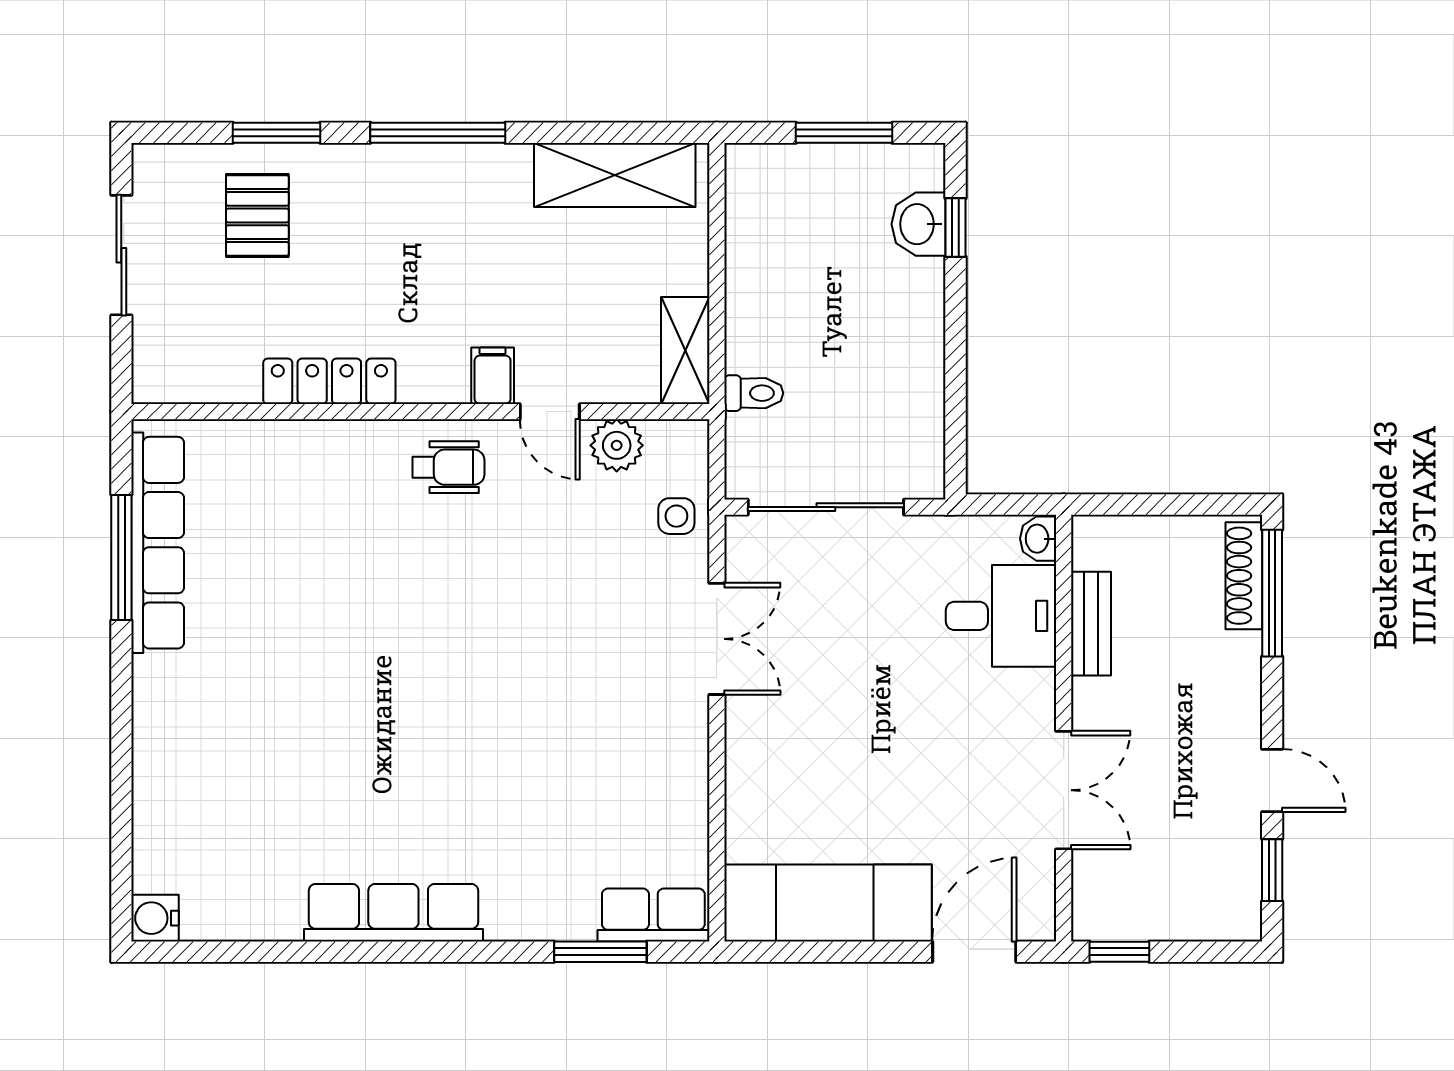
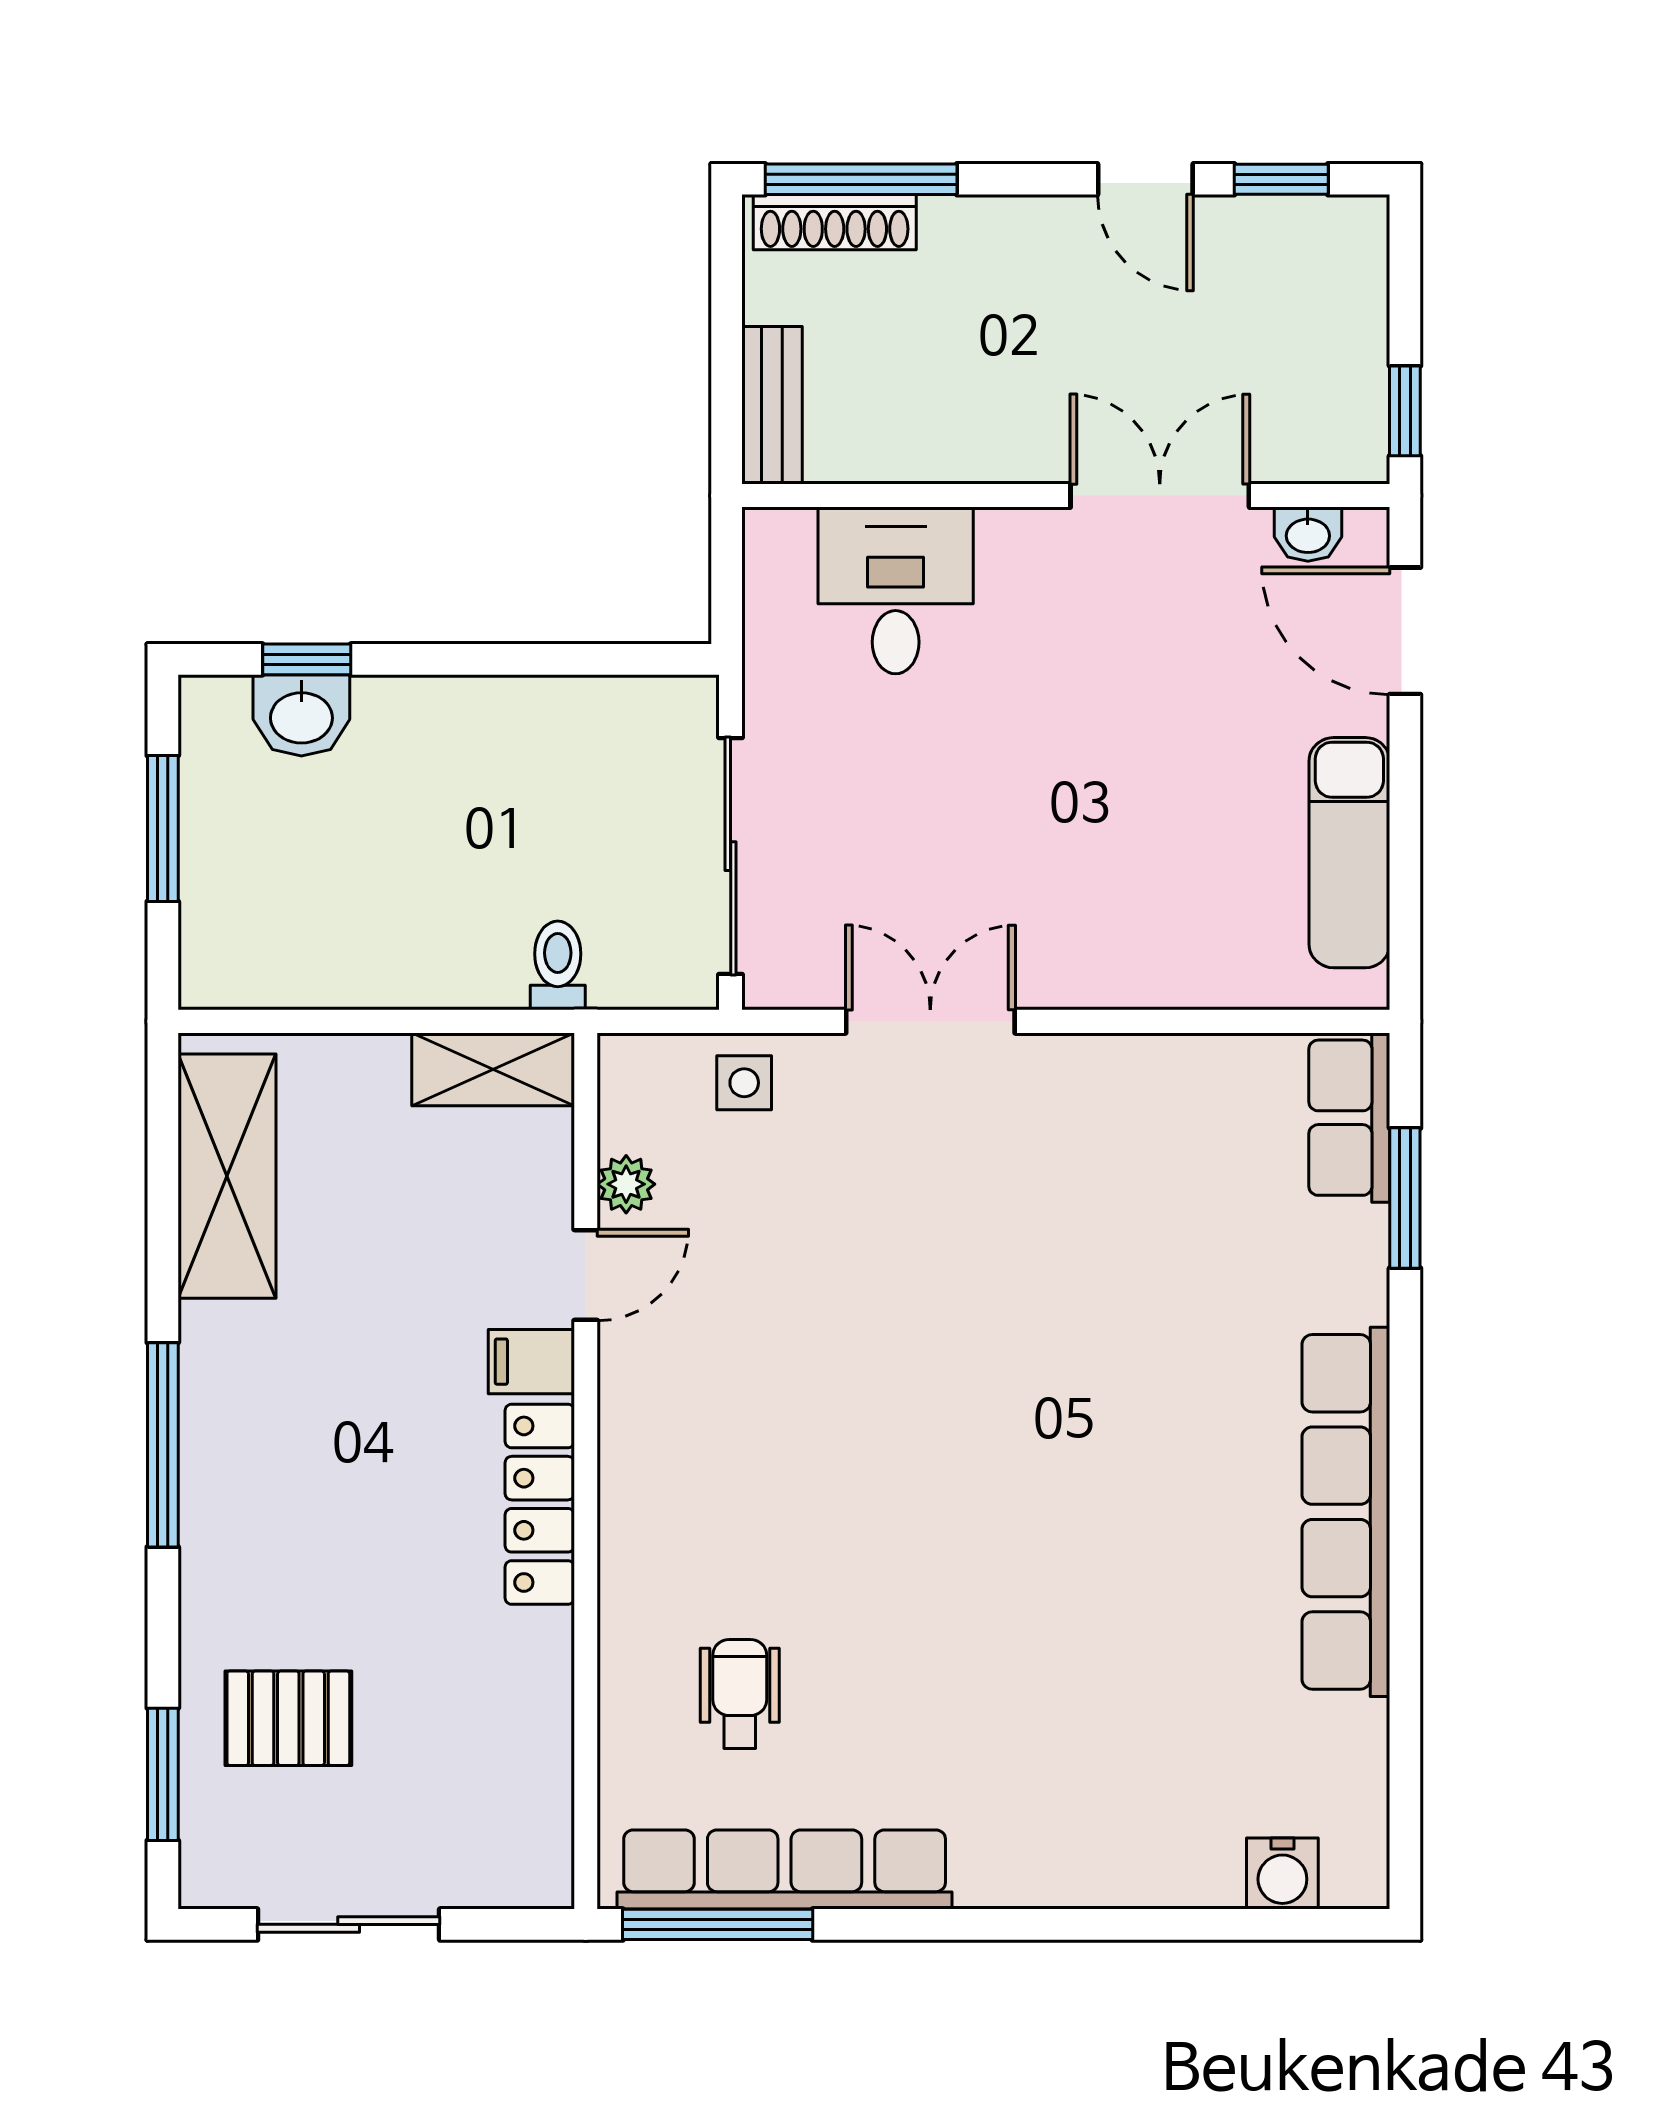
window: (276, 133) -> (163, 1774), moved
locker: (329, 381) -> (540, 1504), moved
plant: (617, 445) -> (626, 1184), width x0.73, depth x0.73
wheelchair: (448, 467) -> (740, 1694), moved
washbasin: (1038, 539) -> (1308, 534), moved
window: (121, 558) -> (718, 1924), moved
bench: (1091, 624) -> (772, 405), moved, turned 90
door: (1272, 781) -> (1145, 179), swing flipped
exam couch: (828, 903) -> (1349, 853), width x0.73, depth x0.69
row of seats: (393, 913) -> (1346, 1512), width x1.36
water cooler: (155, 918) -> (1282, 1874), moved

